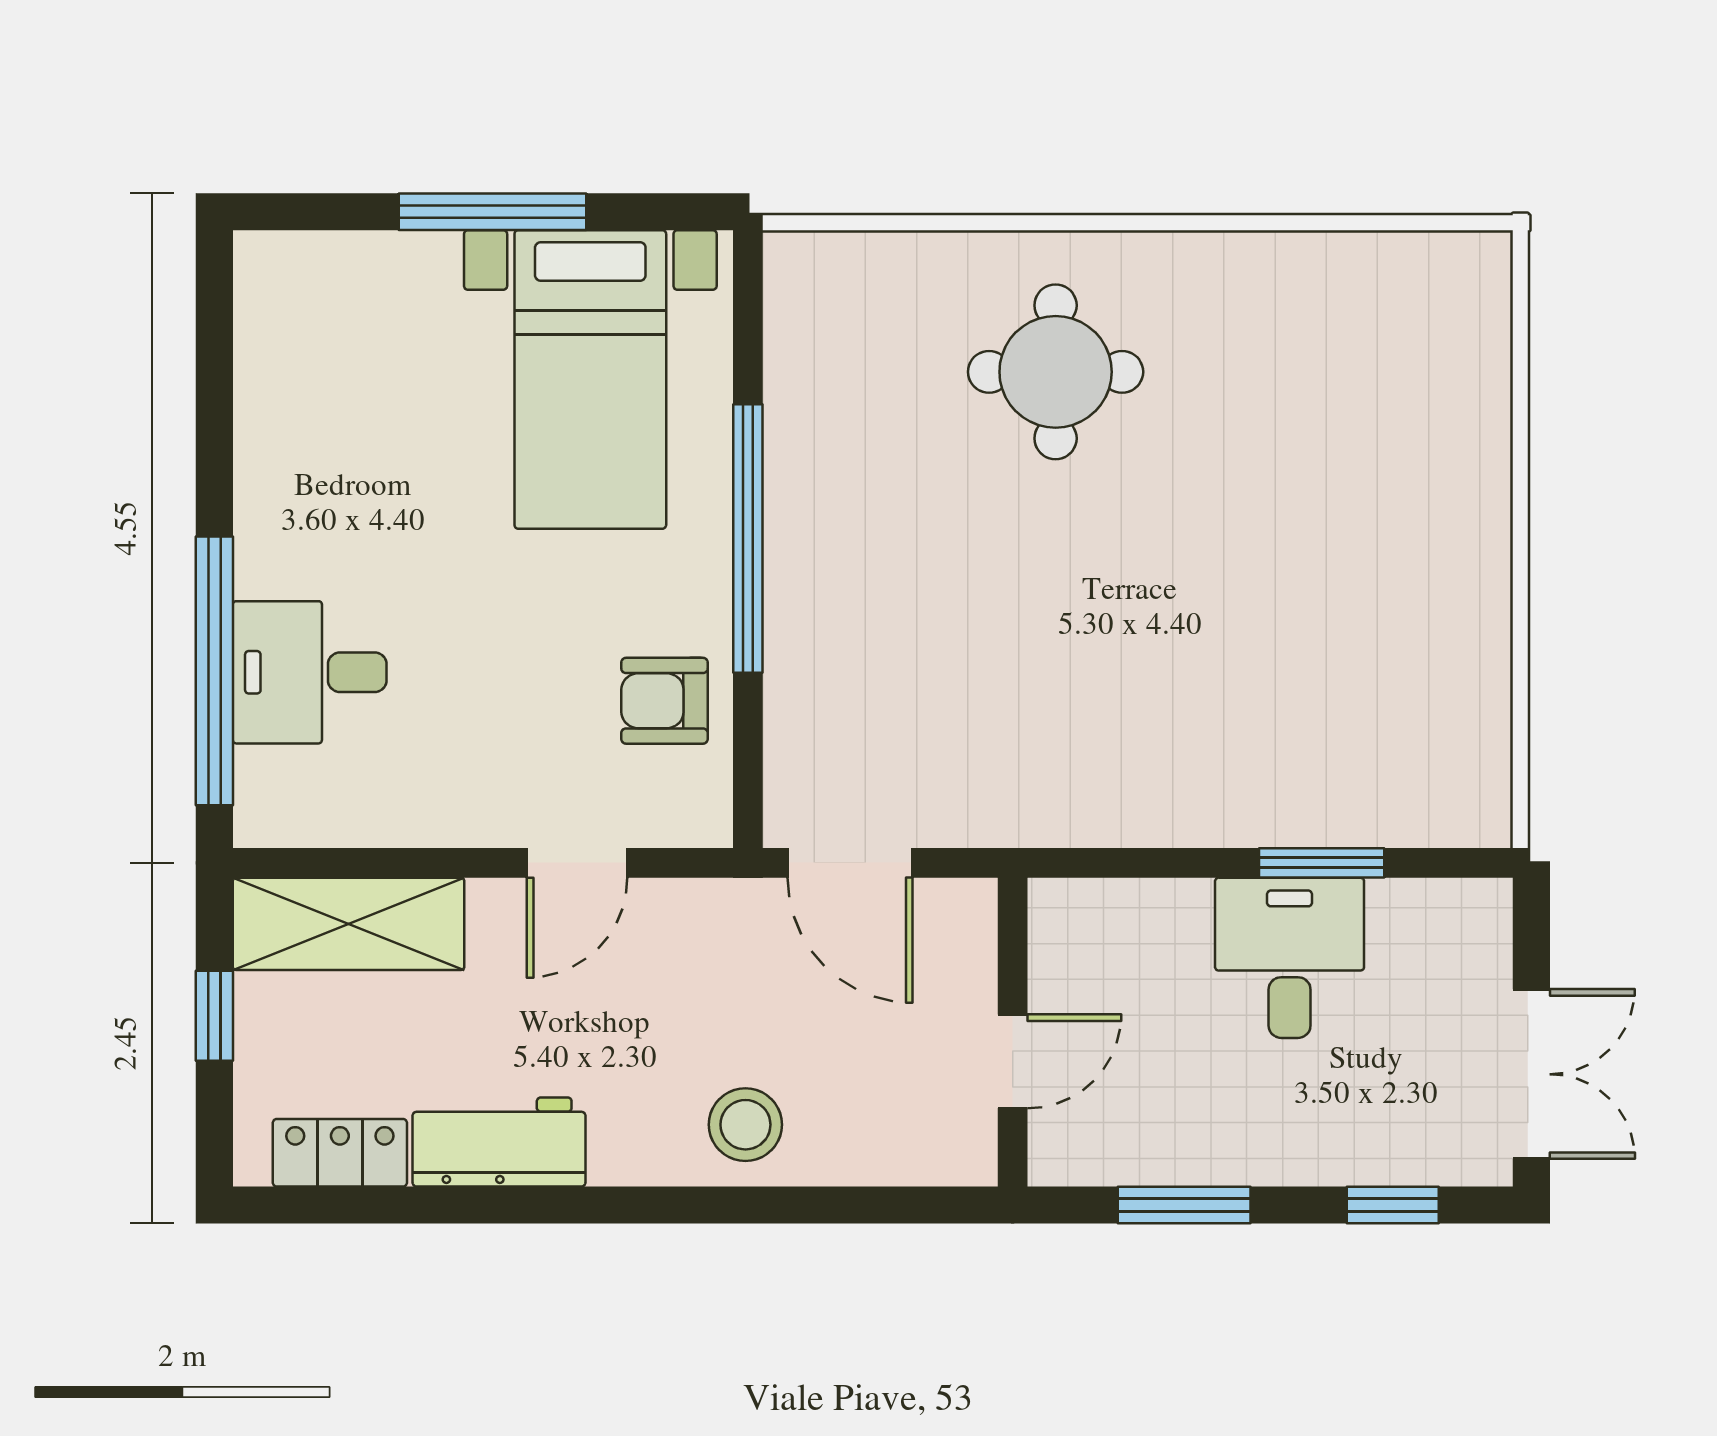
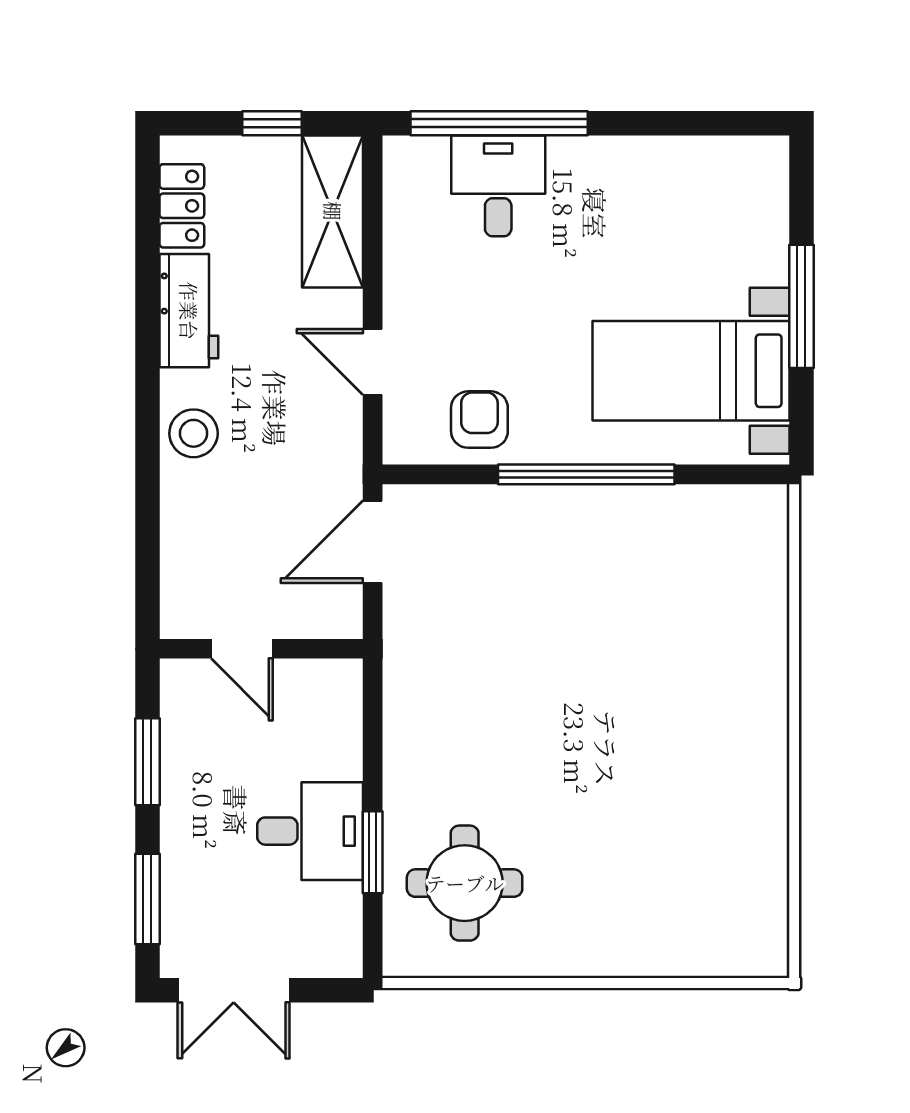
round table: (1056, 372) -> (465, 883), moved
stool: (745, 1125) -> (194, 433), moved
window: (1393, 1205) -> (147, 899), width x1.50

